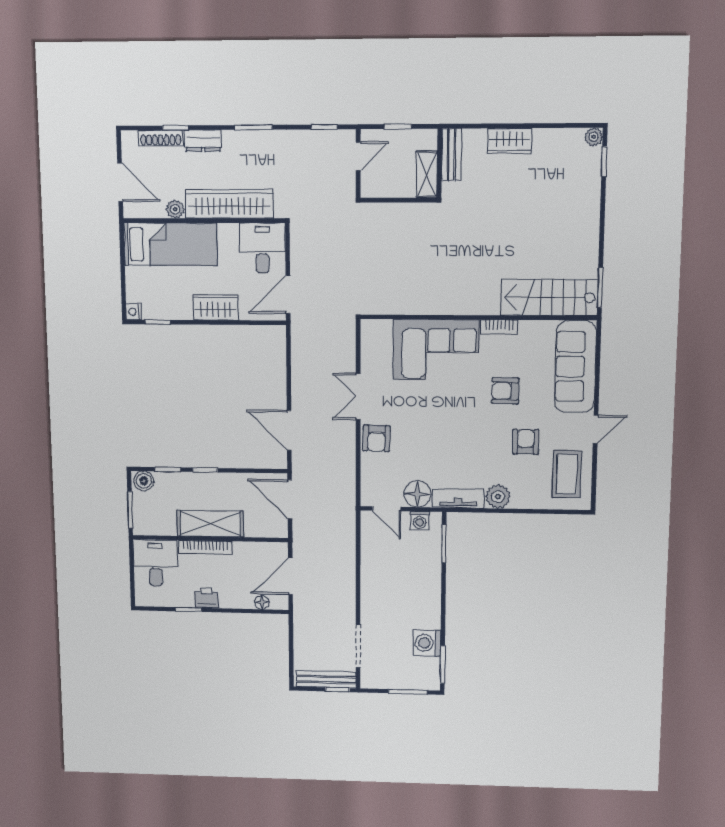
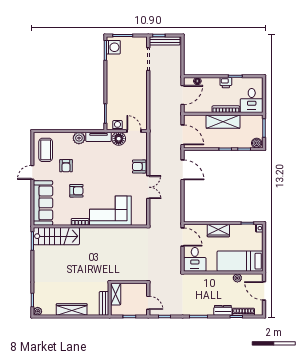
wardrobe: (509, 141) -> (72, 310), width x1.50
door: (358, 156) -> (148, 303), swing flipped
wardrobe: (229, 204) -> (211, 281), removed
door: (288, 295) -> (183, 237), hinge flipped
armchair: (376, 438) -> (139, 167), turned -92
washing machine: (427, 643) -> (113, 47), moved

